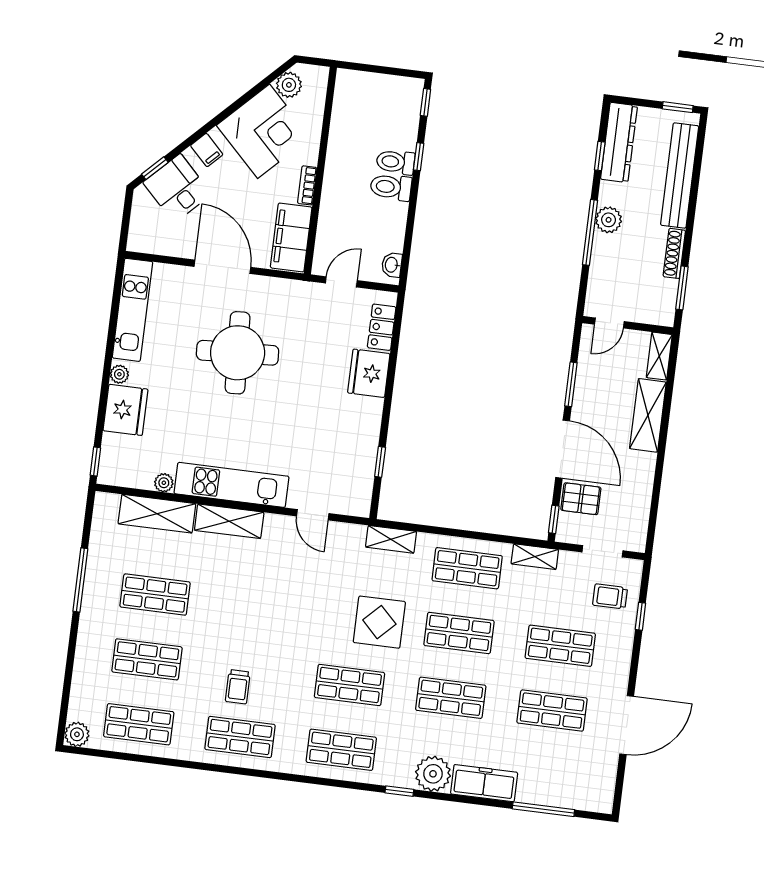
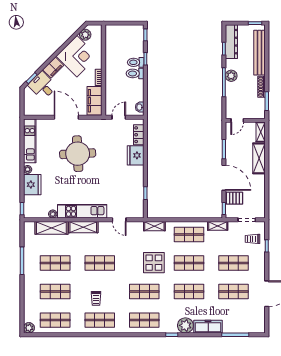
filing cabinet: (207, 150) -> (53, 67), width x2.00
shop shelf: (256, 607) -> (100, 263), added

